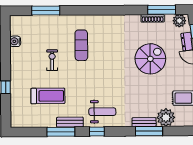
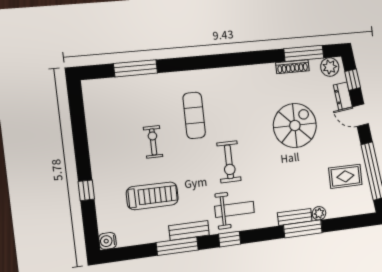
water cooler: (15, 41) -> (108, 241), moved
exercise bike: (102, 79) -> (229, 162), added
plant: (166, 117) -> (319, 213), width x0.53, depth x0.53

